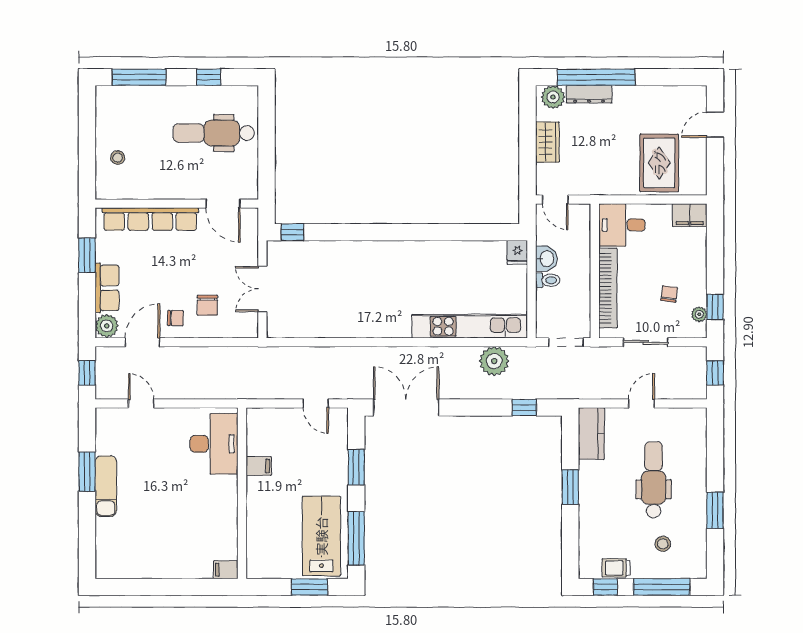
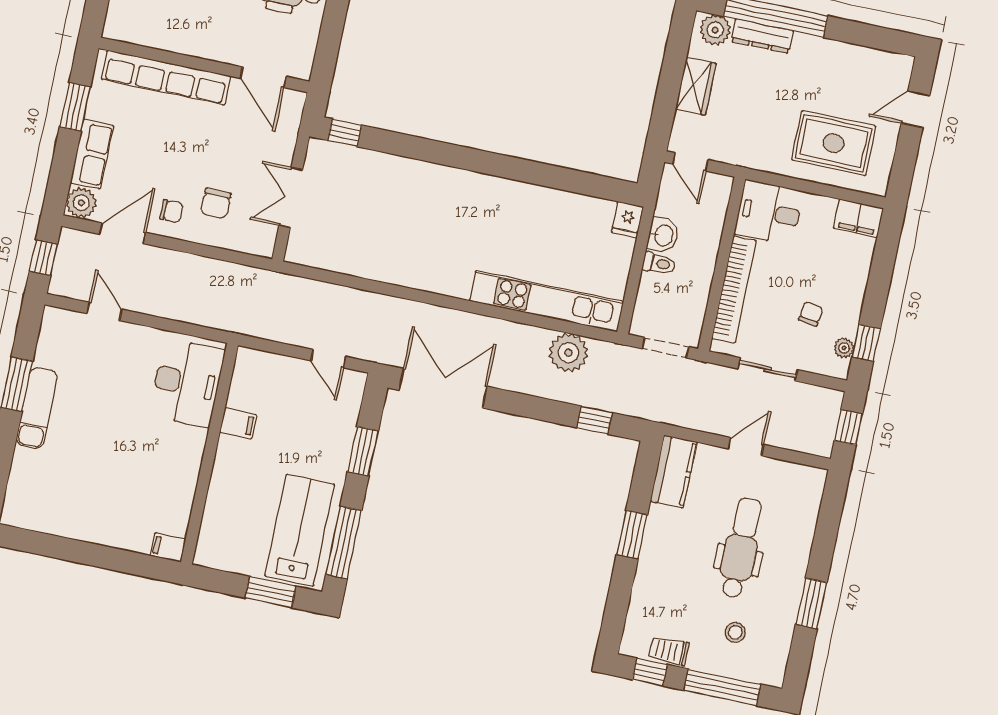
rug: (659, 163) -> (834, 143), turned 90

